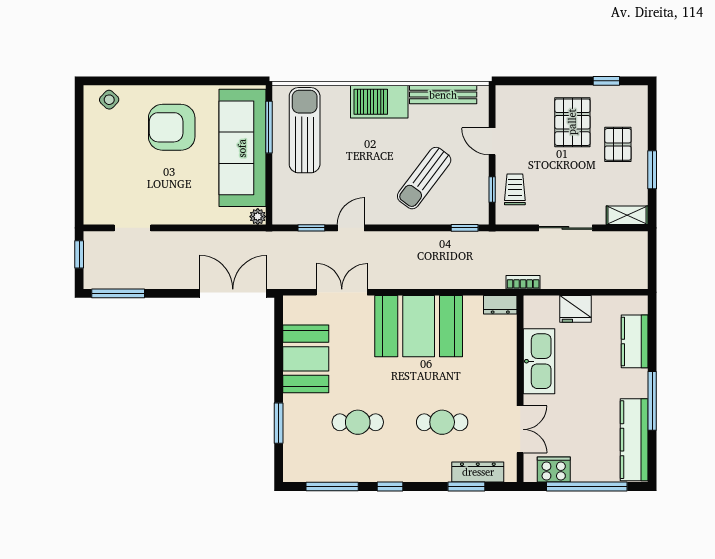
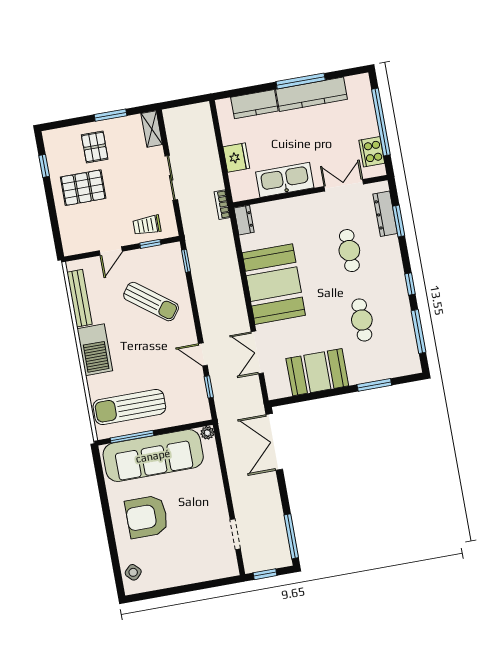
armchair: (172, 127) -> (147, 517), turned 90
pallet: (618, 144) -> (95, 147), turned 90
kitchen counter: (634, 440) -> (312, 94), moved

